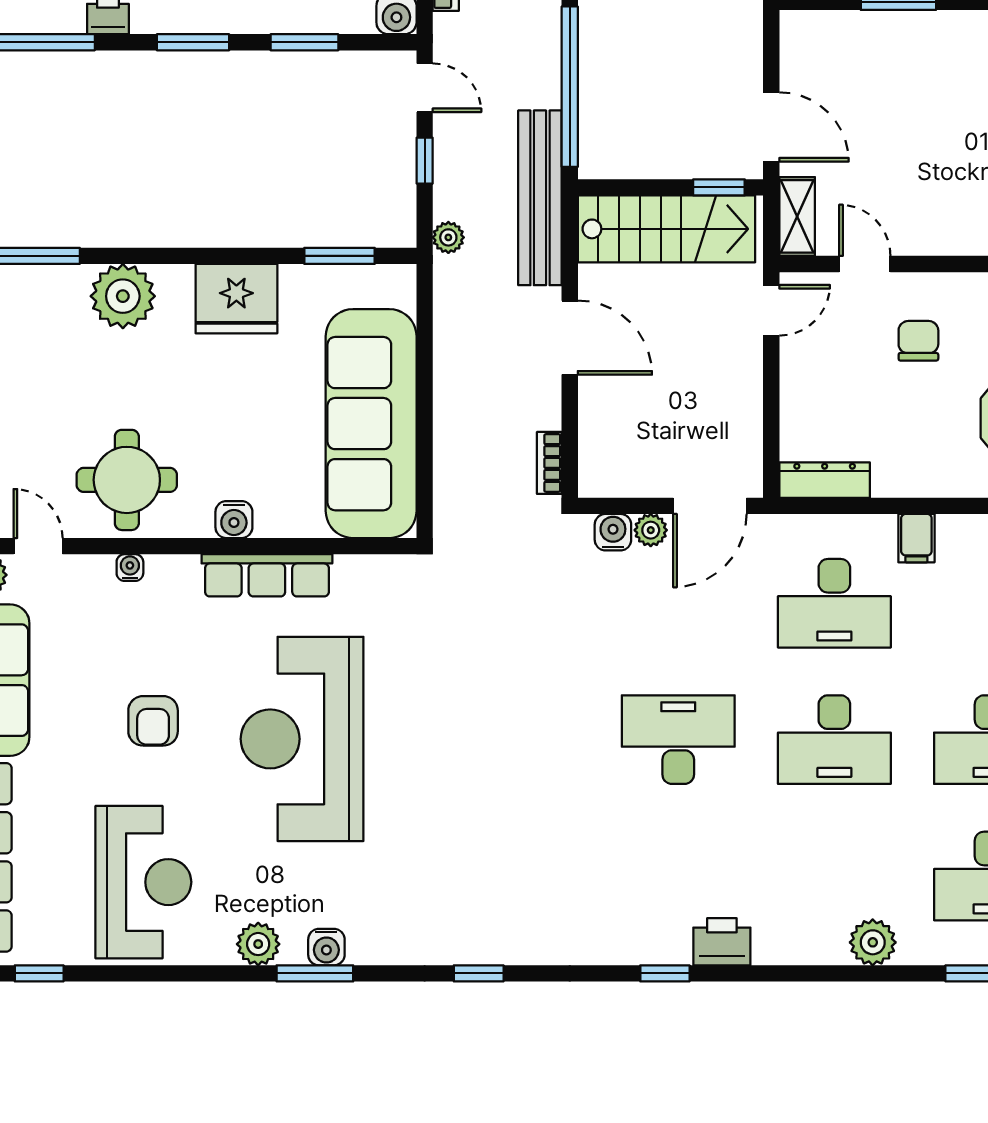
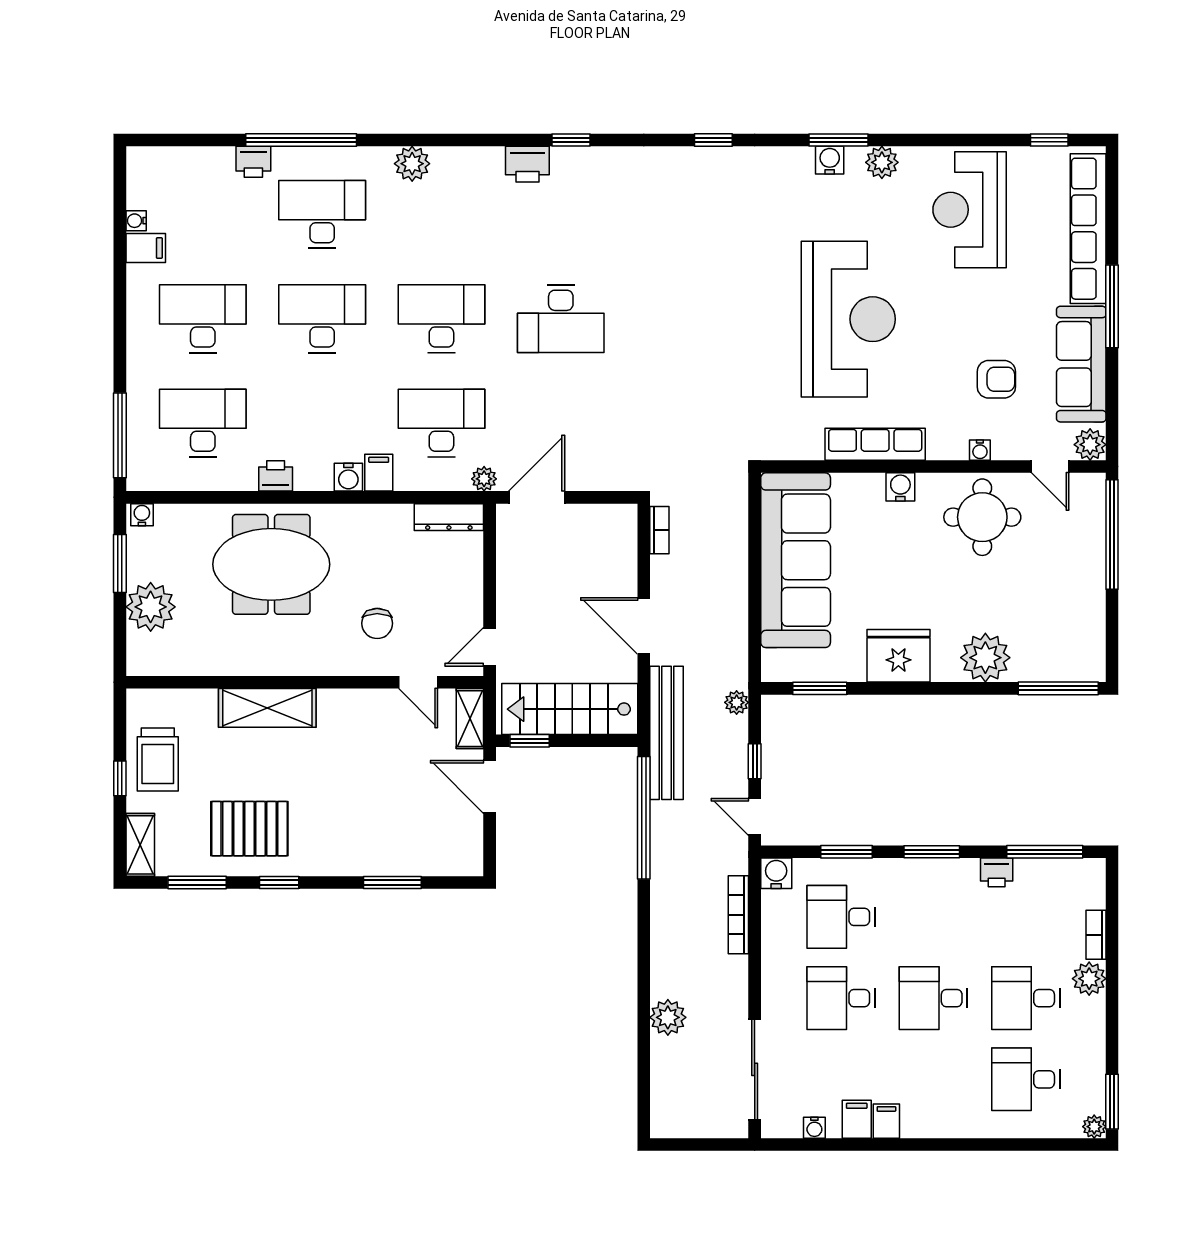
plant: (651, 530) -> (484, 479), moved
water cooler: (613, 532) -> (348, 477), moved
armchair: (153, 721) -> (996, 379), moved, turned 90

